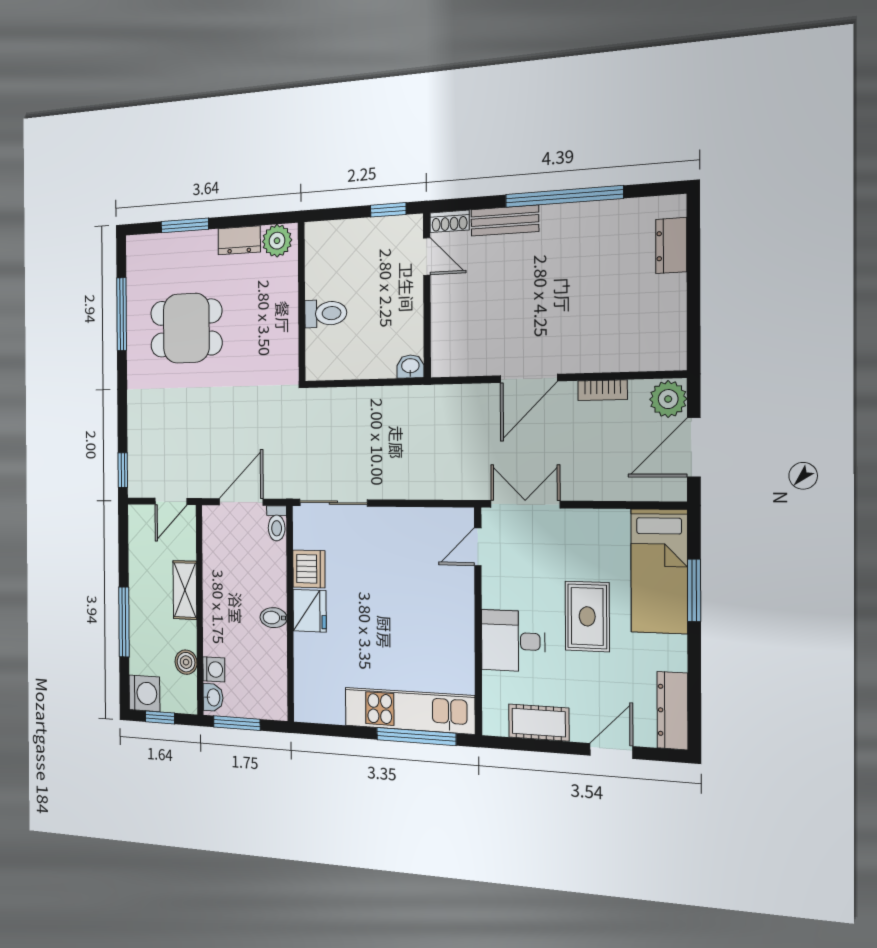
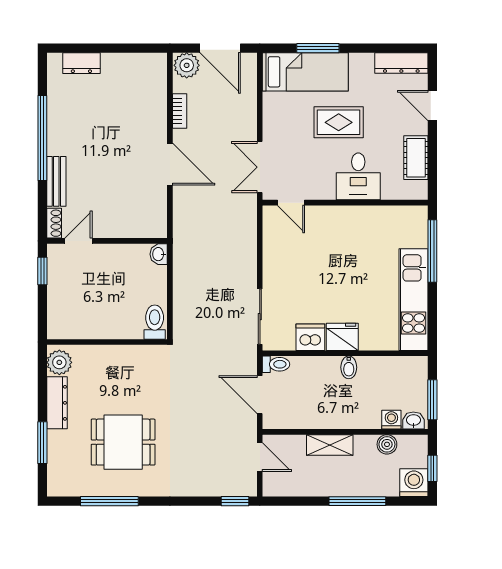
dresser: (239, 240) -> (57, 403), width x1.44
toilet: (326, 313) -> (155, 322), moved
dining table: (186, 328) -> (123, 442), turned 90
kitchen unit: (409, 711) -> (414, 300), moved

